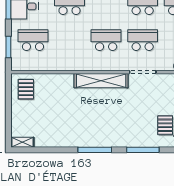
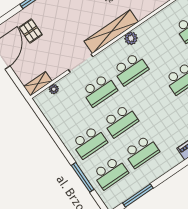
plant: (89, 64) -> (131, 38), added

